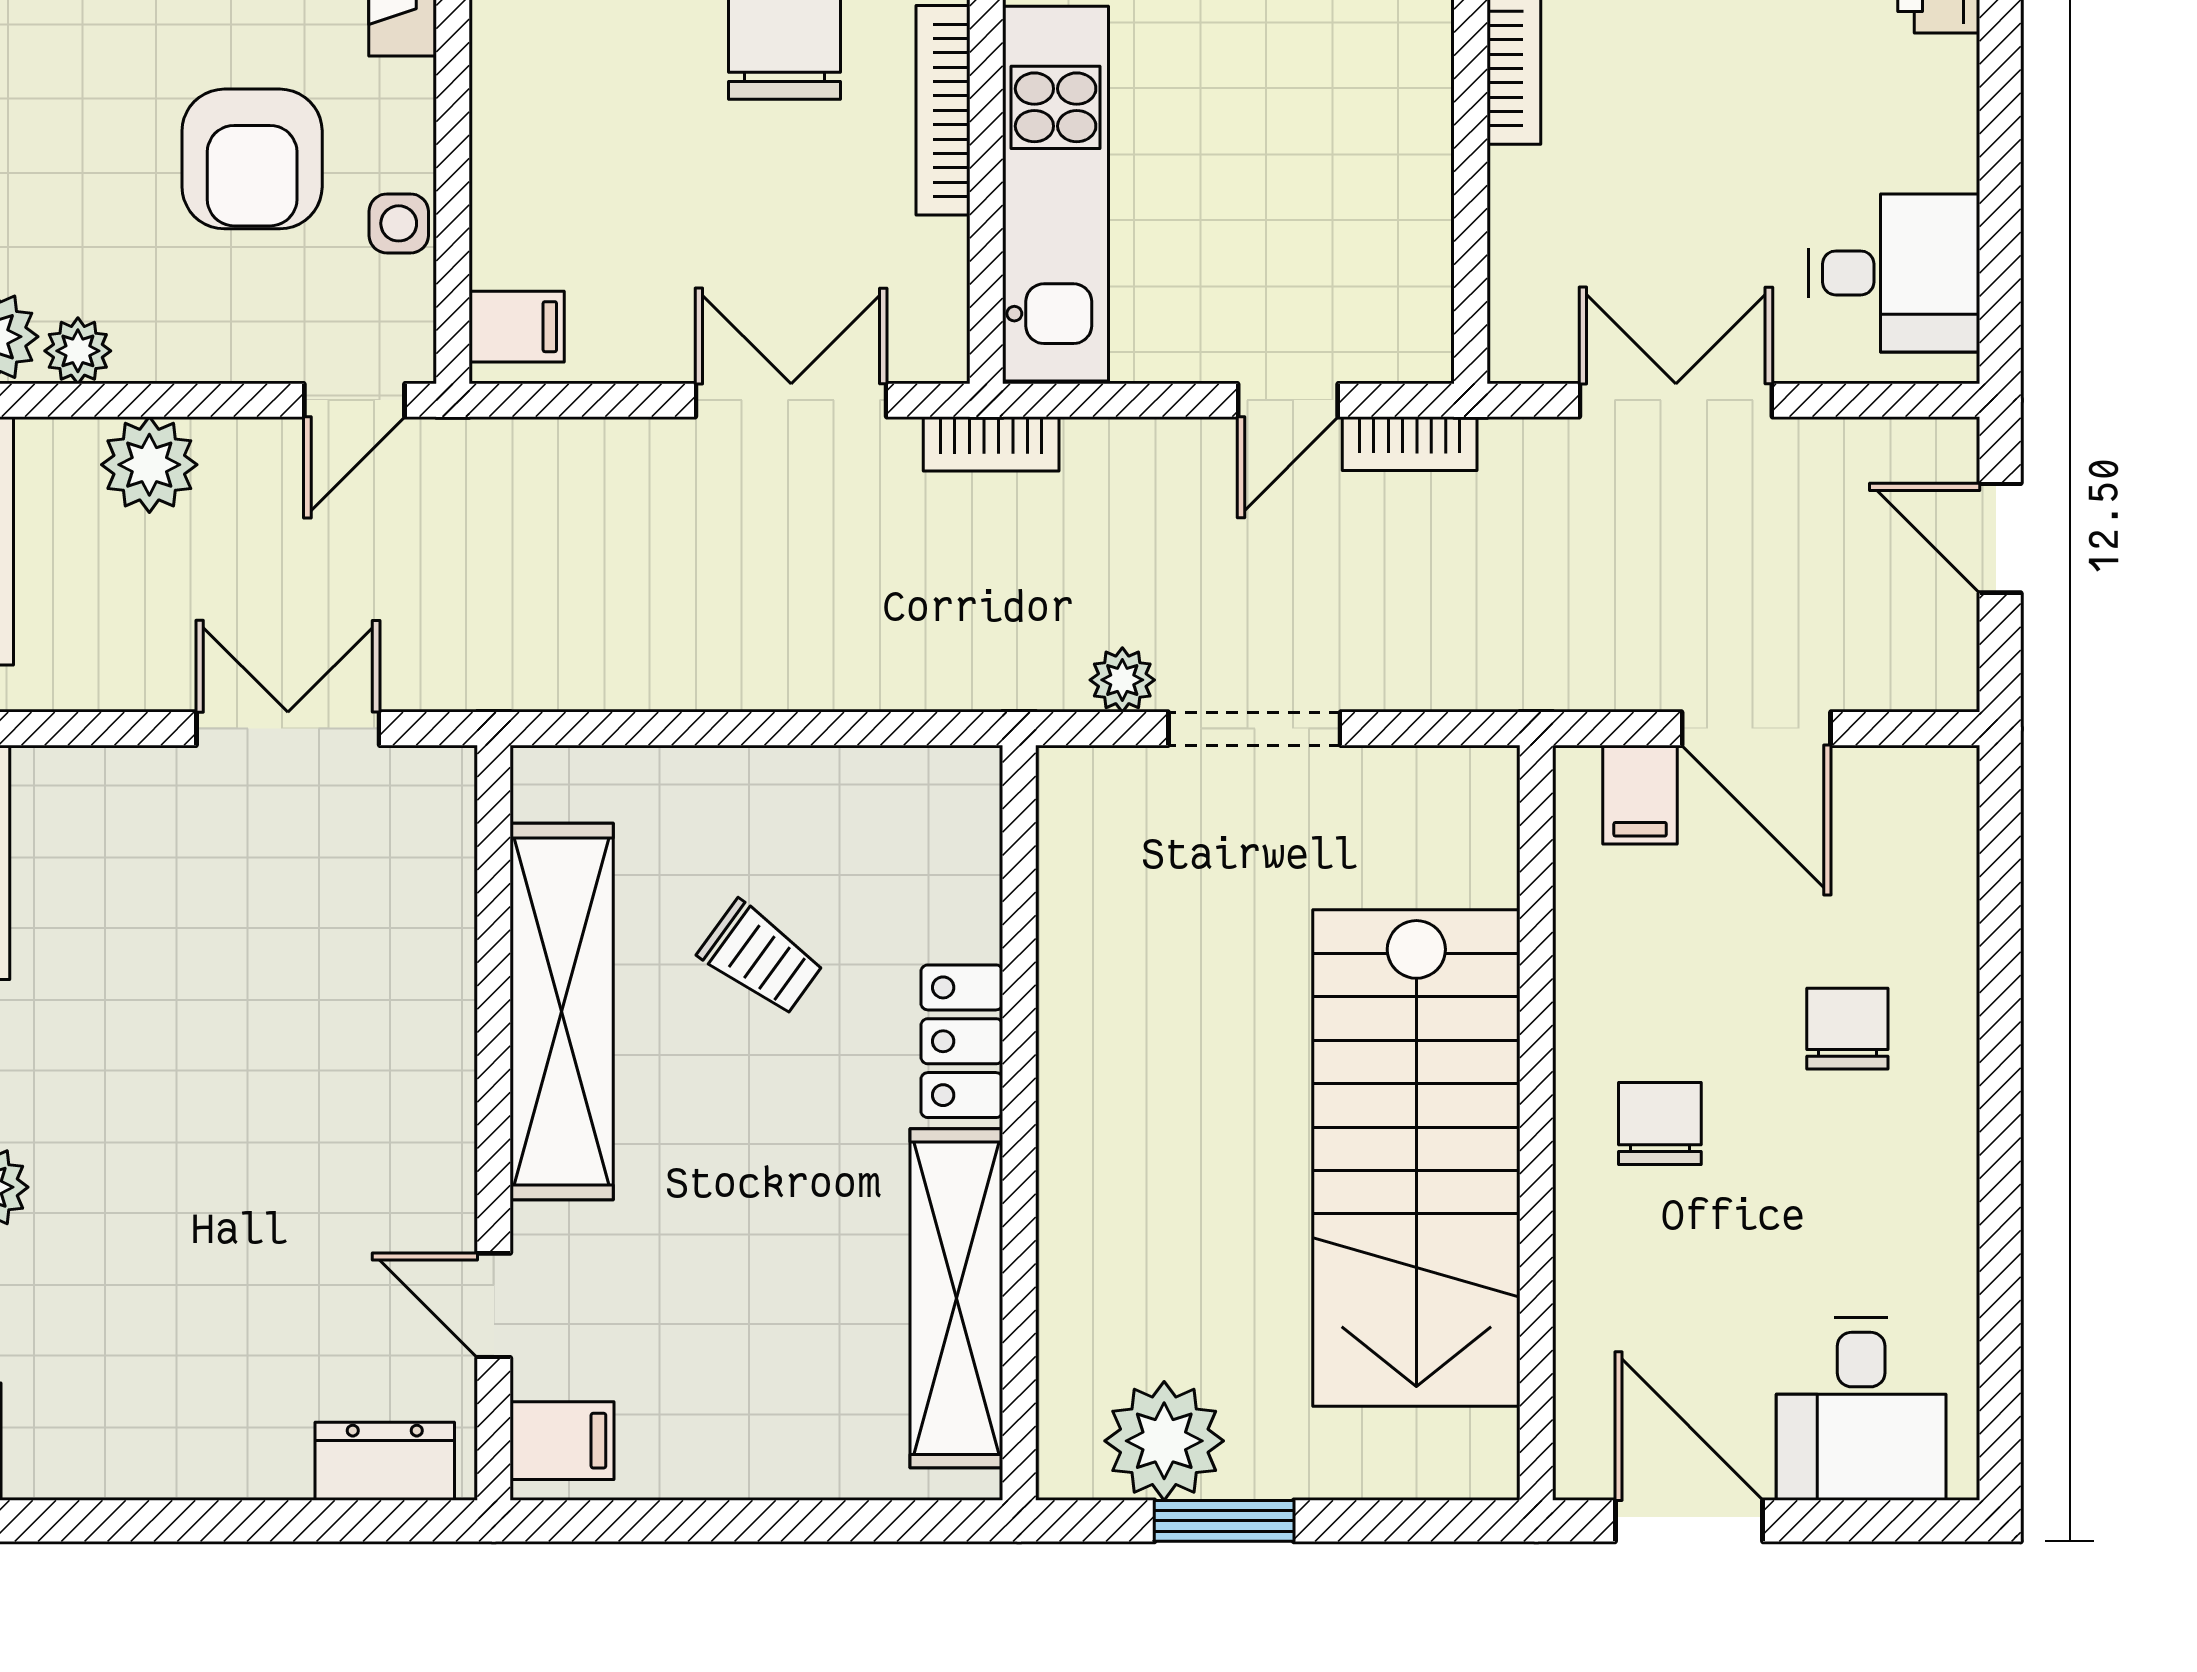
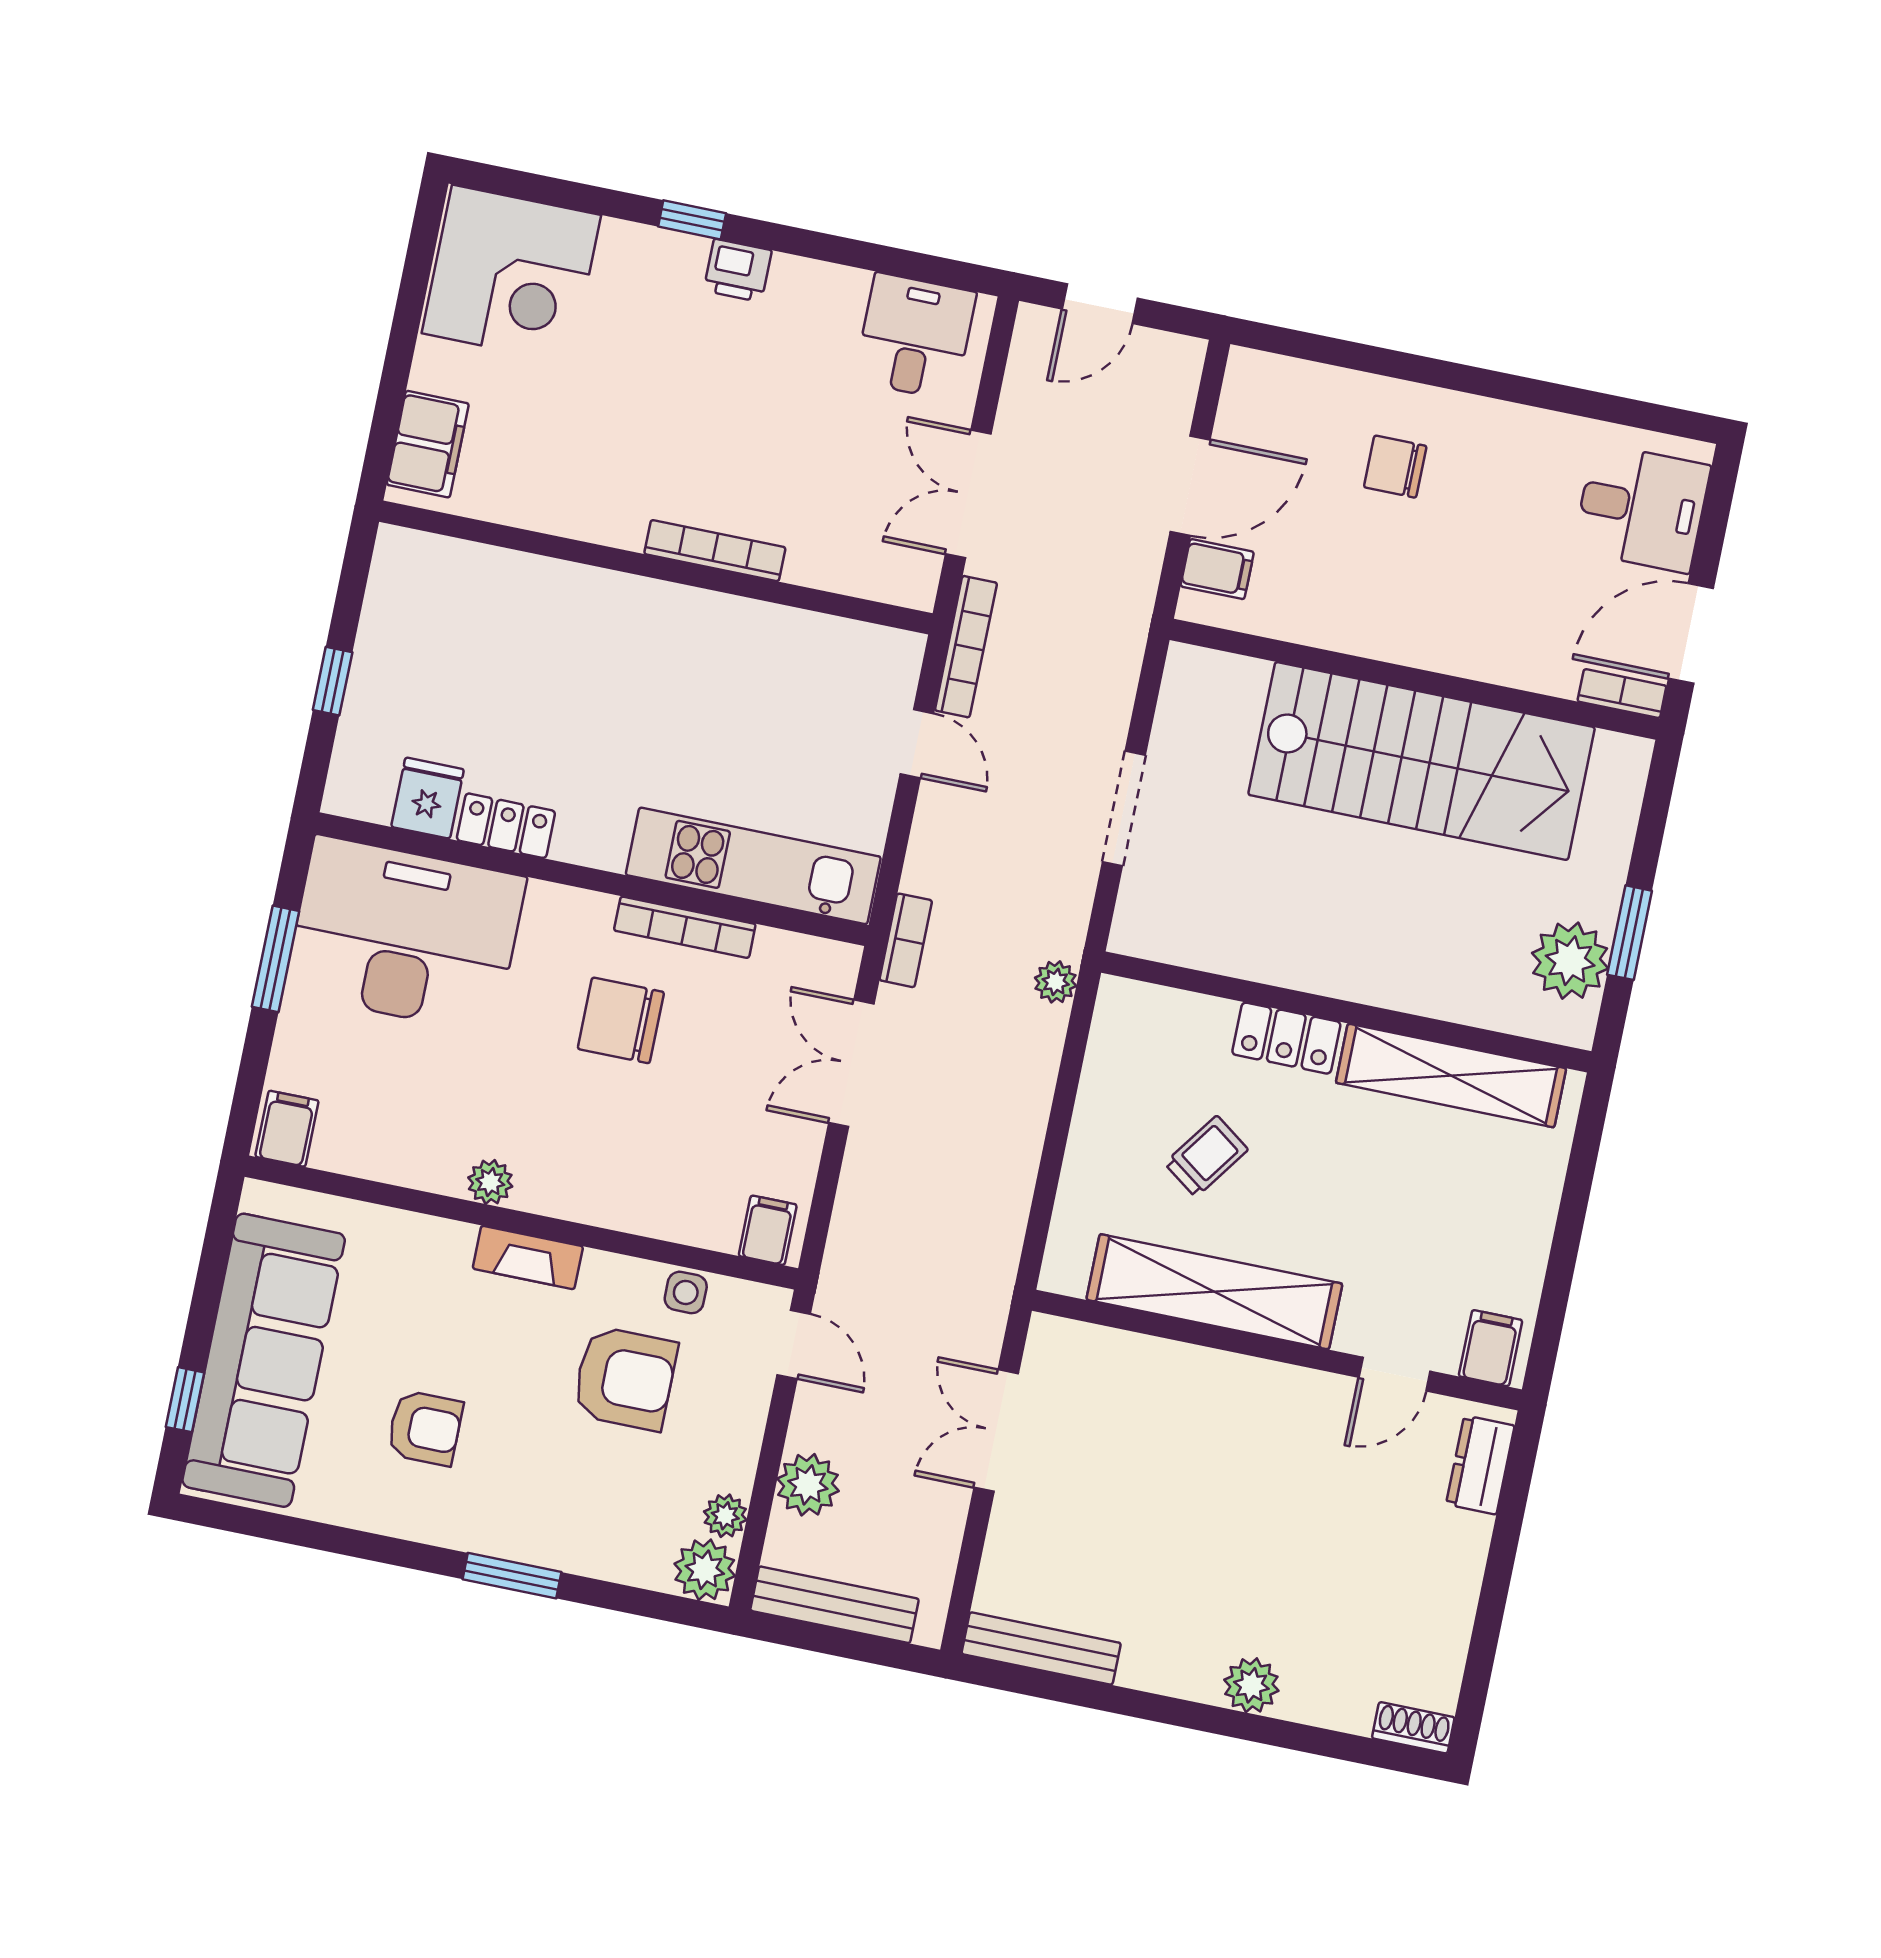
bookcase: (1410, 444) -> (966, 647), width x1.56
plant: (1122, 680) -> (1056, 982), moved
chair: (1660, 1123) -> (1431, 600), removed
bookcase: (1578, 1436) -> (1622, 694), added

